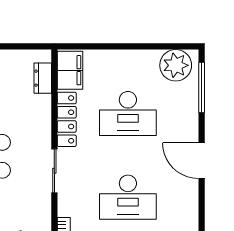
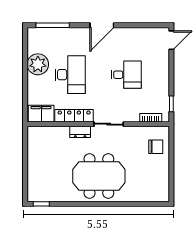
plant: (176, 65) -> (38, 64), moved
dresser: (43, 78) -> (80, 132), moved
desk: (128, 197) -> (126, 75), width x0.73

